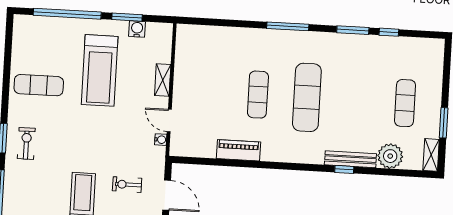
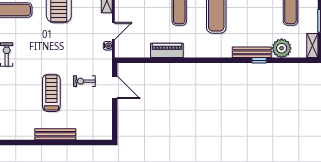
door: (169, 120) -> (113, 31), swing flipped
window: (344, 169) -> (259, 60), moved

